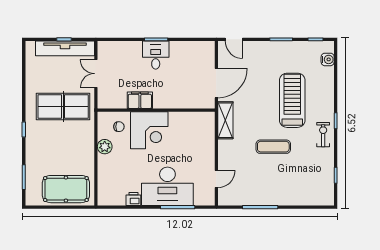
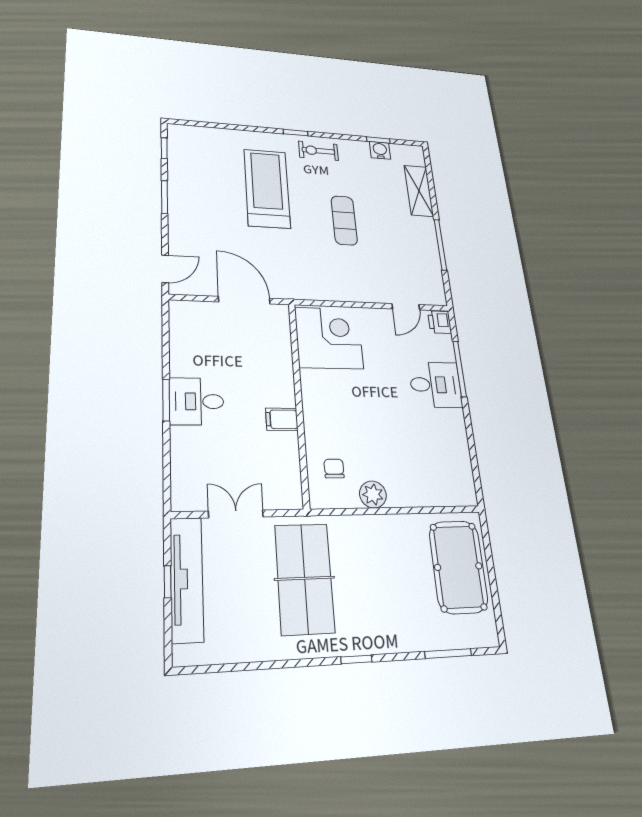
water cooler: (328, 59) -> (380, 150), moved
double door: (96, 74) -> (236, 514), swing flipped
filing cabinet: (140, 100) -> (282, 419), width x0.50
treadmill: (292, 100) -> (267, 188), turned 90
shelving: (225, 120) -> (419, 191), moved, turned 90
corner desk: (149, 130) -> (329, 338), moved
door: (216, 179) -> (406, 307), swing flipped
desk: (167, 186) -> (435, 385), width x0.53, depth x0.77
printer: (133, 199) -> (440, 322), moved

